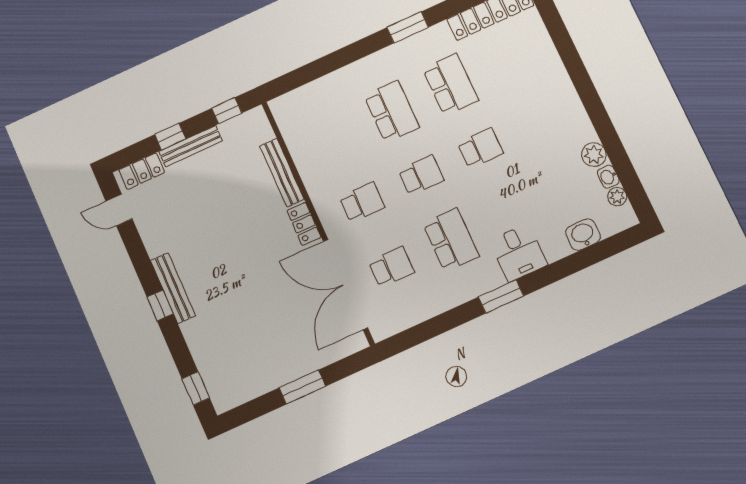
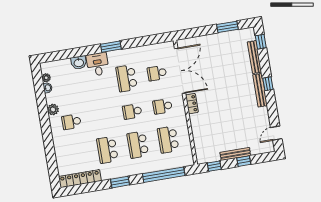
window: (324, 66) -> (164, 175), added
school desk: (333, 138) -> (168, 140), added
school desk: (480, 148) -> (71, 122), moved
plant: (594, 155) -> (53, 110), moved
locker: (142, 171) -> (261, 148), removed
bench: (282, 173) -> (254, 57), moved
door: (119, 210) -> (276, 133), swing flipped
washbasin: (583, 235) -> (79, 63), moved
window: (302, 387) -> (227, 27), moved

